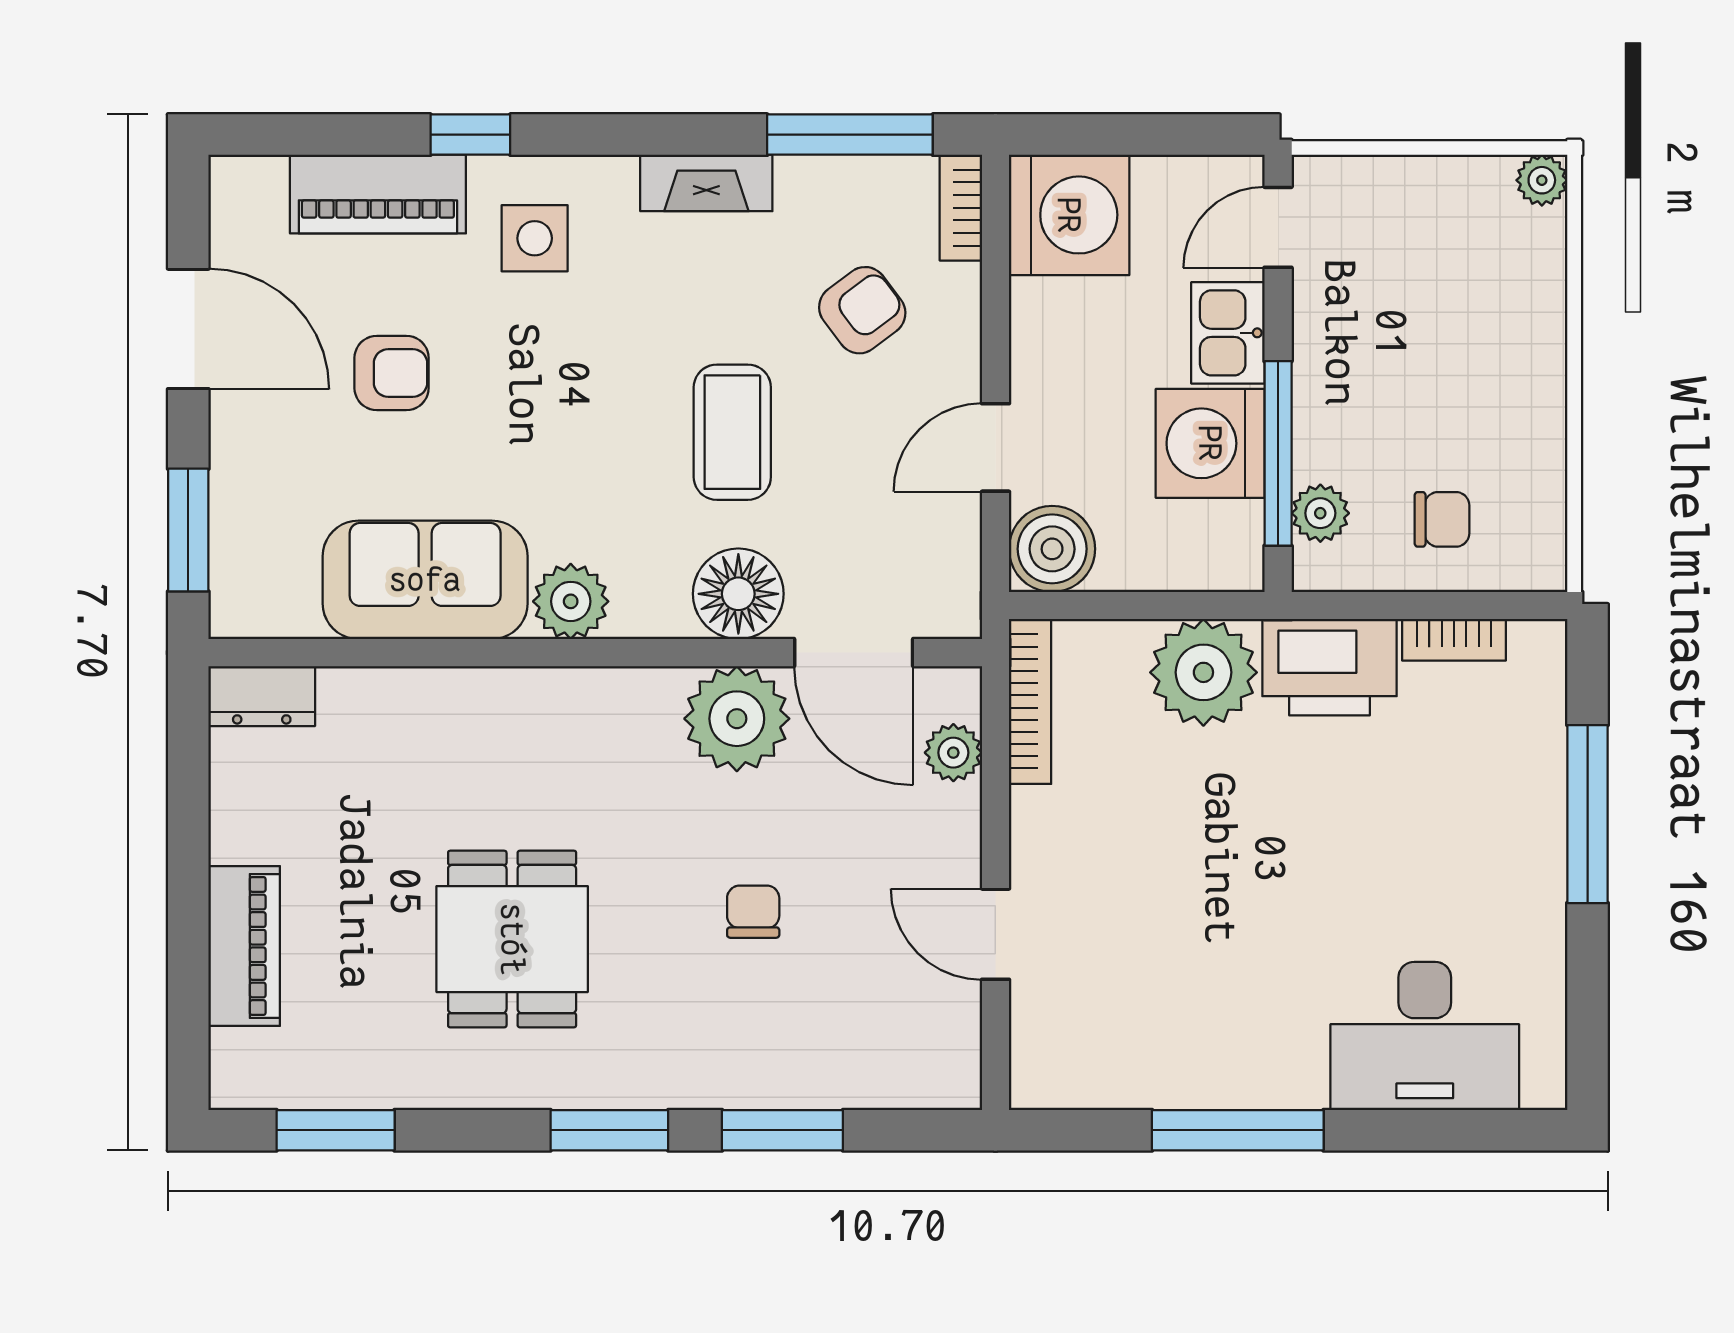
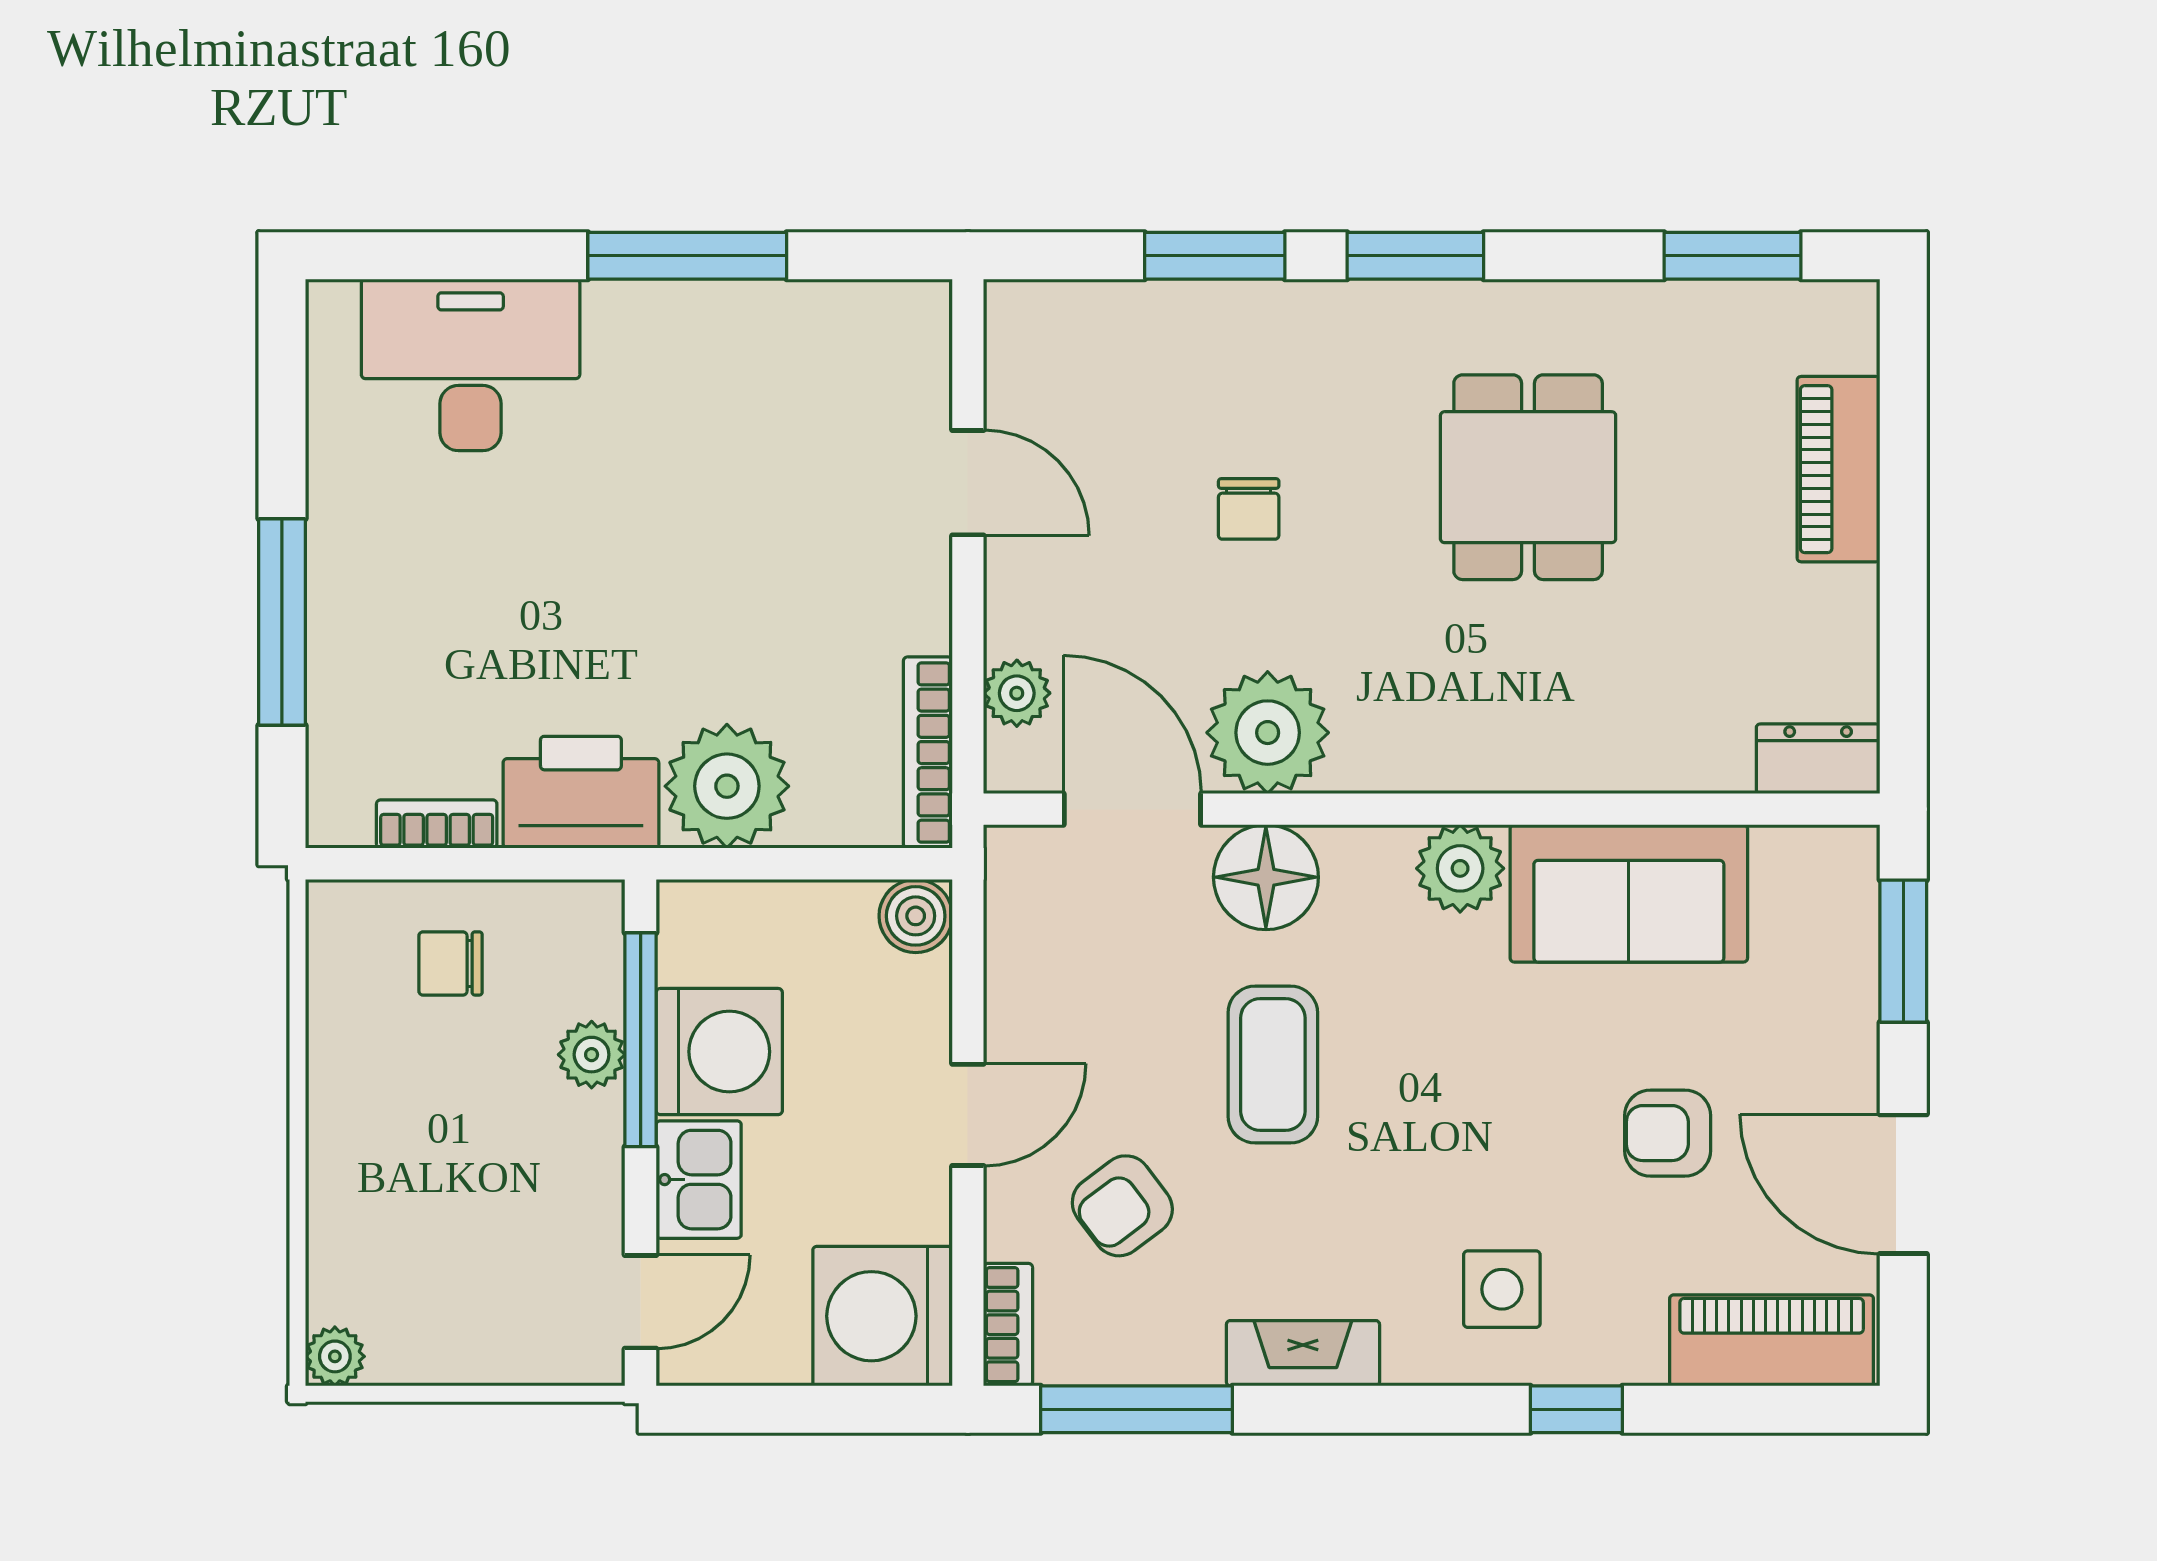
piano: (378, 194) -> (1772, 1340), moved
door: (995, 447) -> (968, 1115), moved
plant: (1320, 513) -> (592, 1055), moved
boiler: (1052, 549) -> (916, 916), width x0.73, depth x0.73

